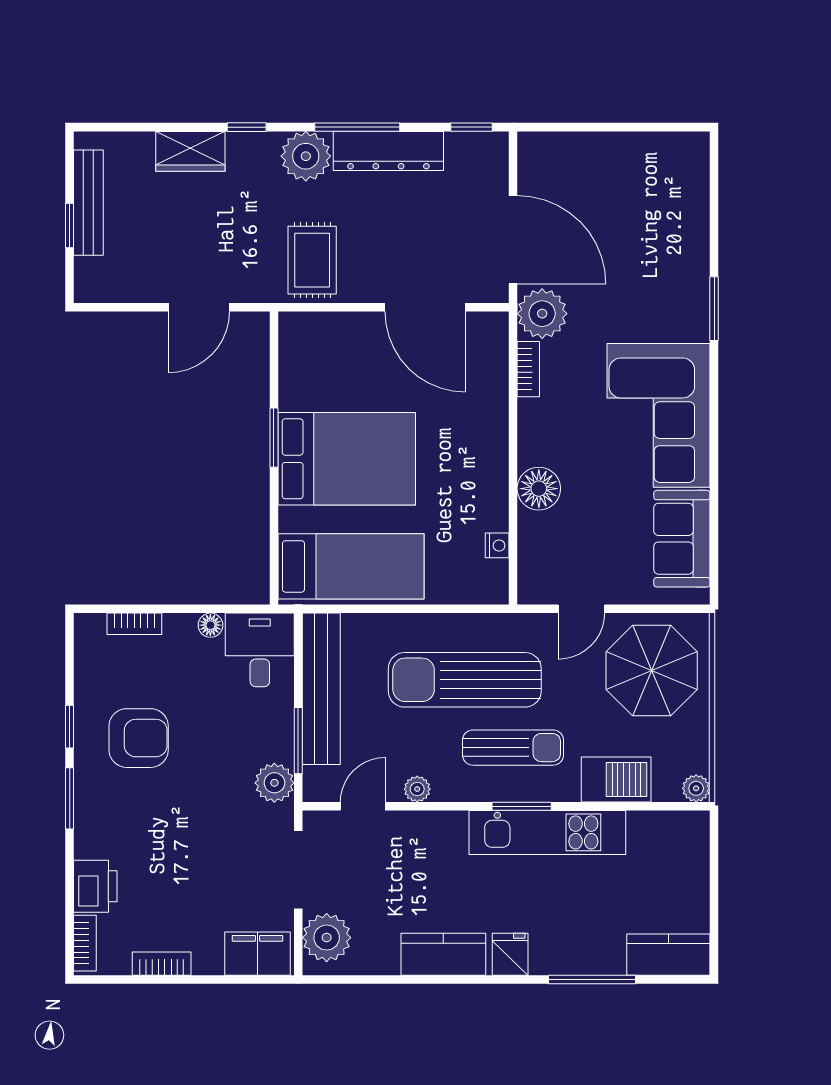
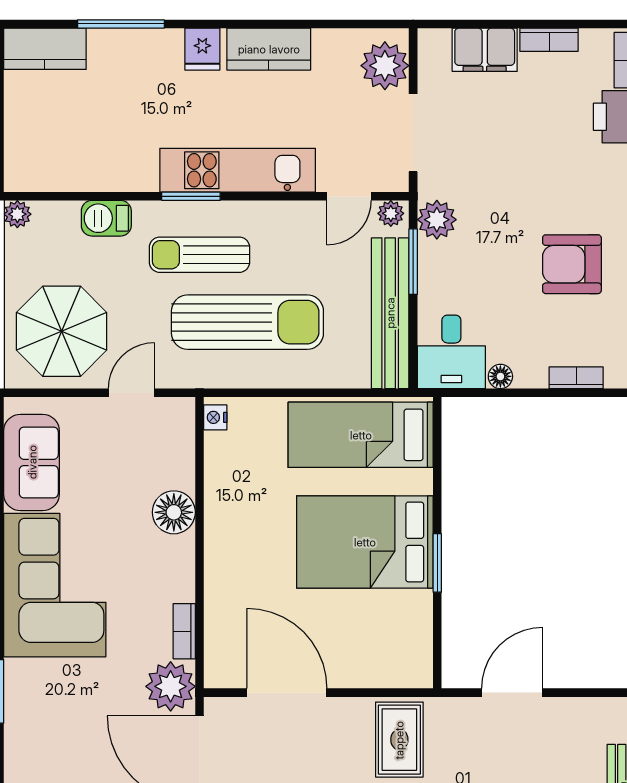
nightstand: (497, 545) -> (215, 417), moved
barbecue: (616, 779) -> (106, 218), width x0.73, depth x0.79
plant: (417, 789) -> (391, 213), moved
kitchen unit: (547, 832) -> (238, 170), moved
filing cabinet: (257, 954) -> (485, 50), moved

